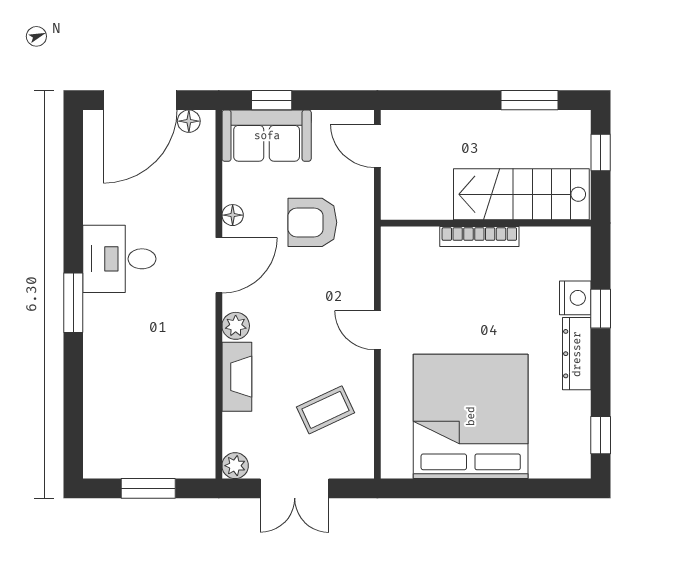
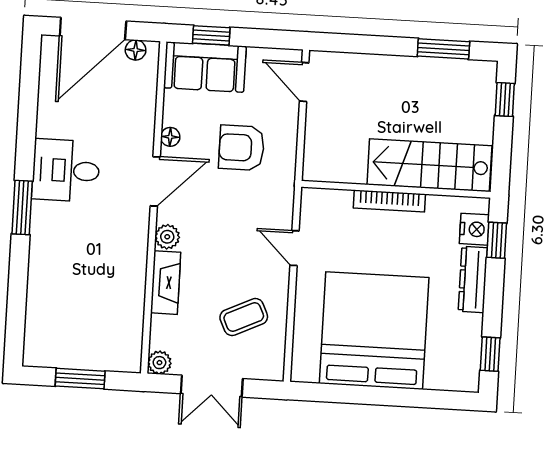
stairs: (521, 194) -> (429, 165), moved
wall: (486, 223) -> (396, 189), moved
bookcase: (479, 236) -> (389, 201), moved

